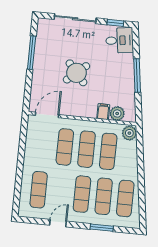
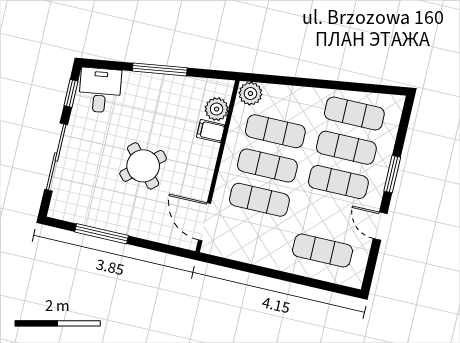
window: (102, 228) -> (392, 174), moved

